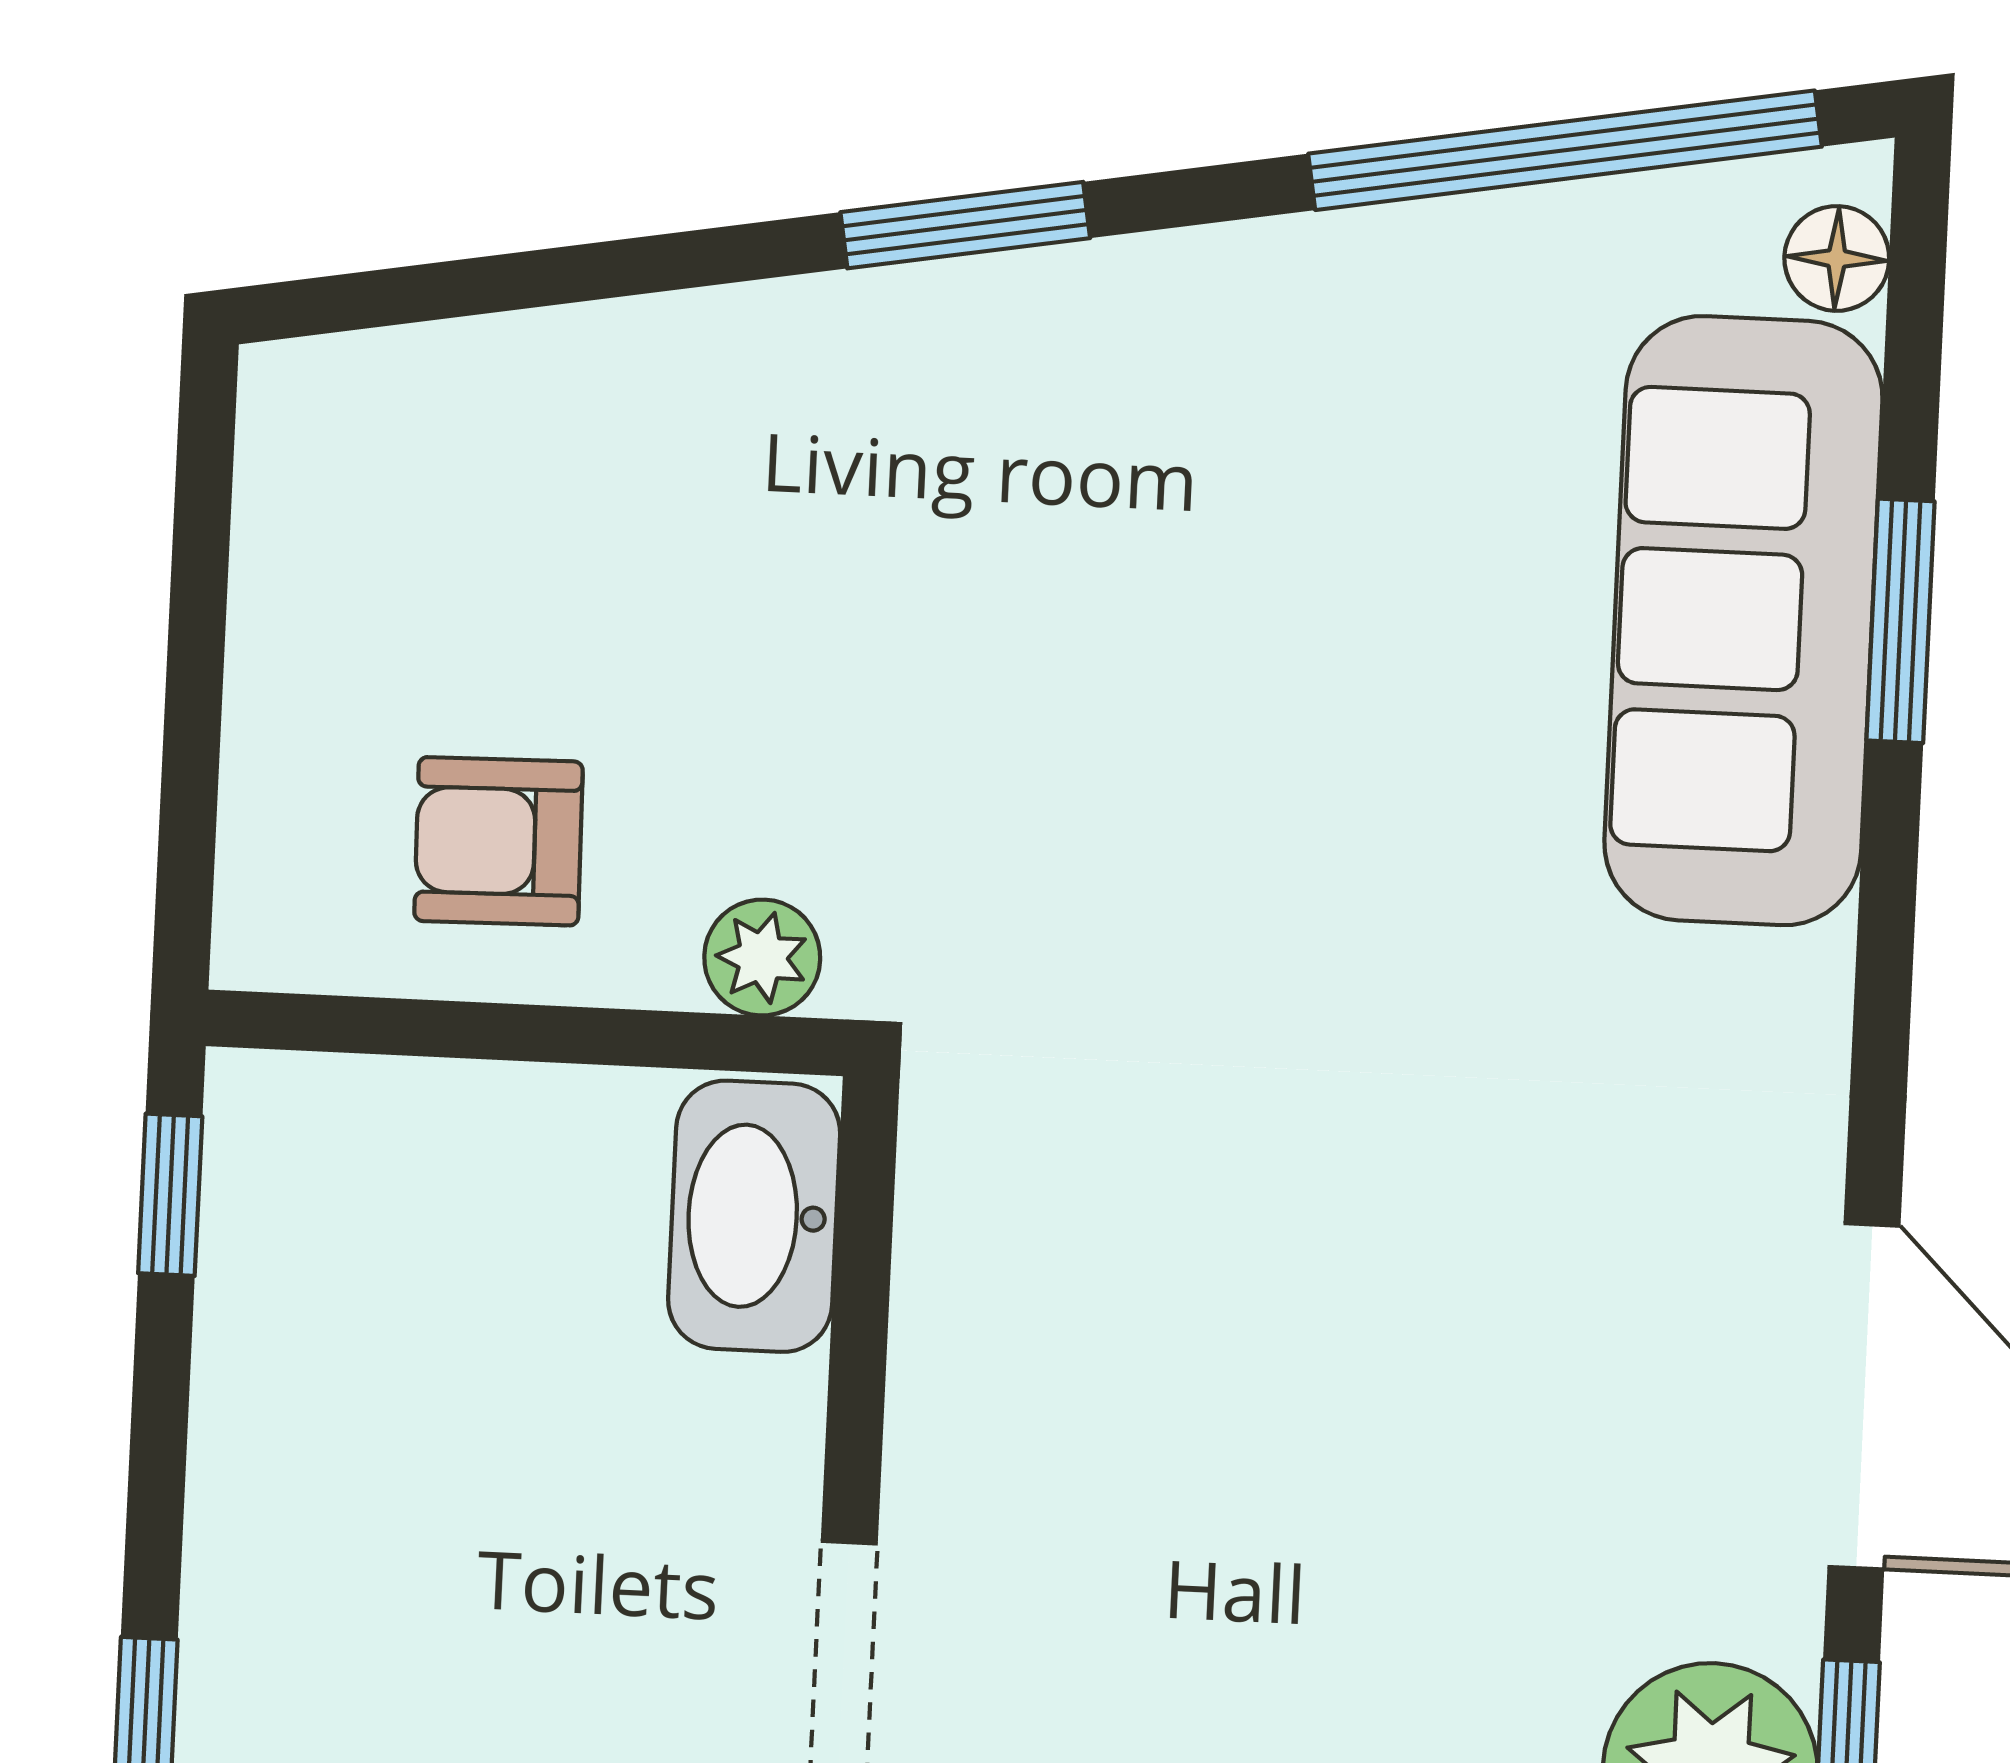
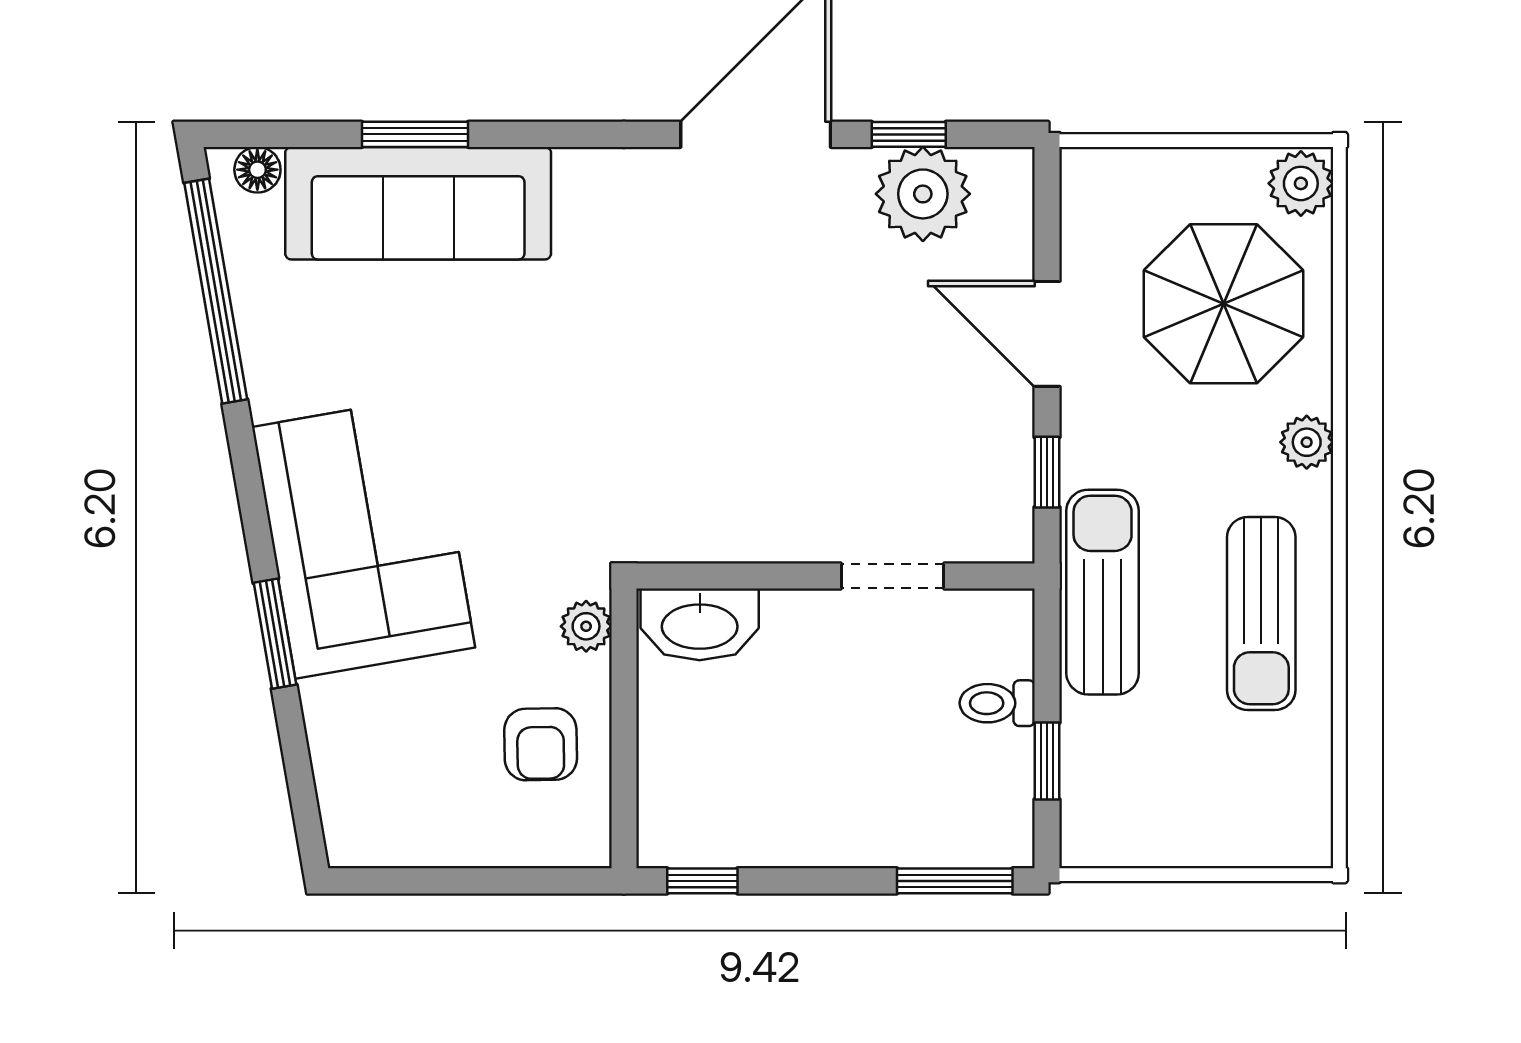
window: (965, 225) -> (275, 634), moved
corner sofa: (989, 460) -> (363, 537), added

